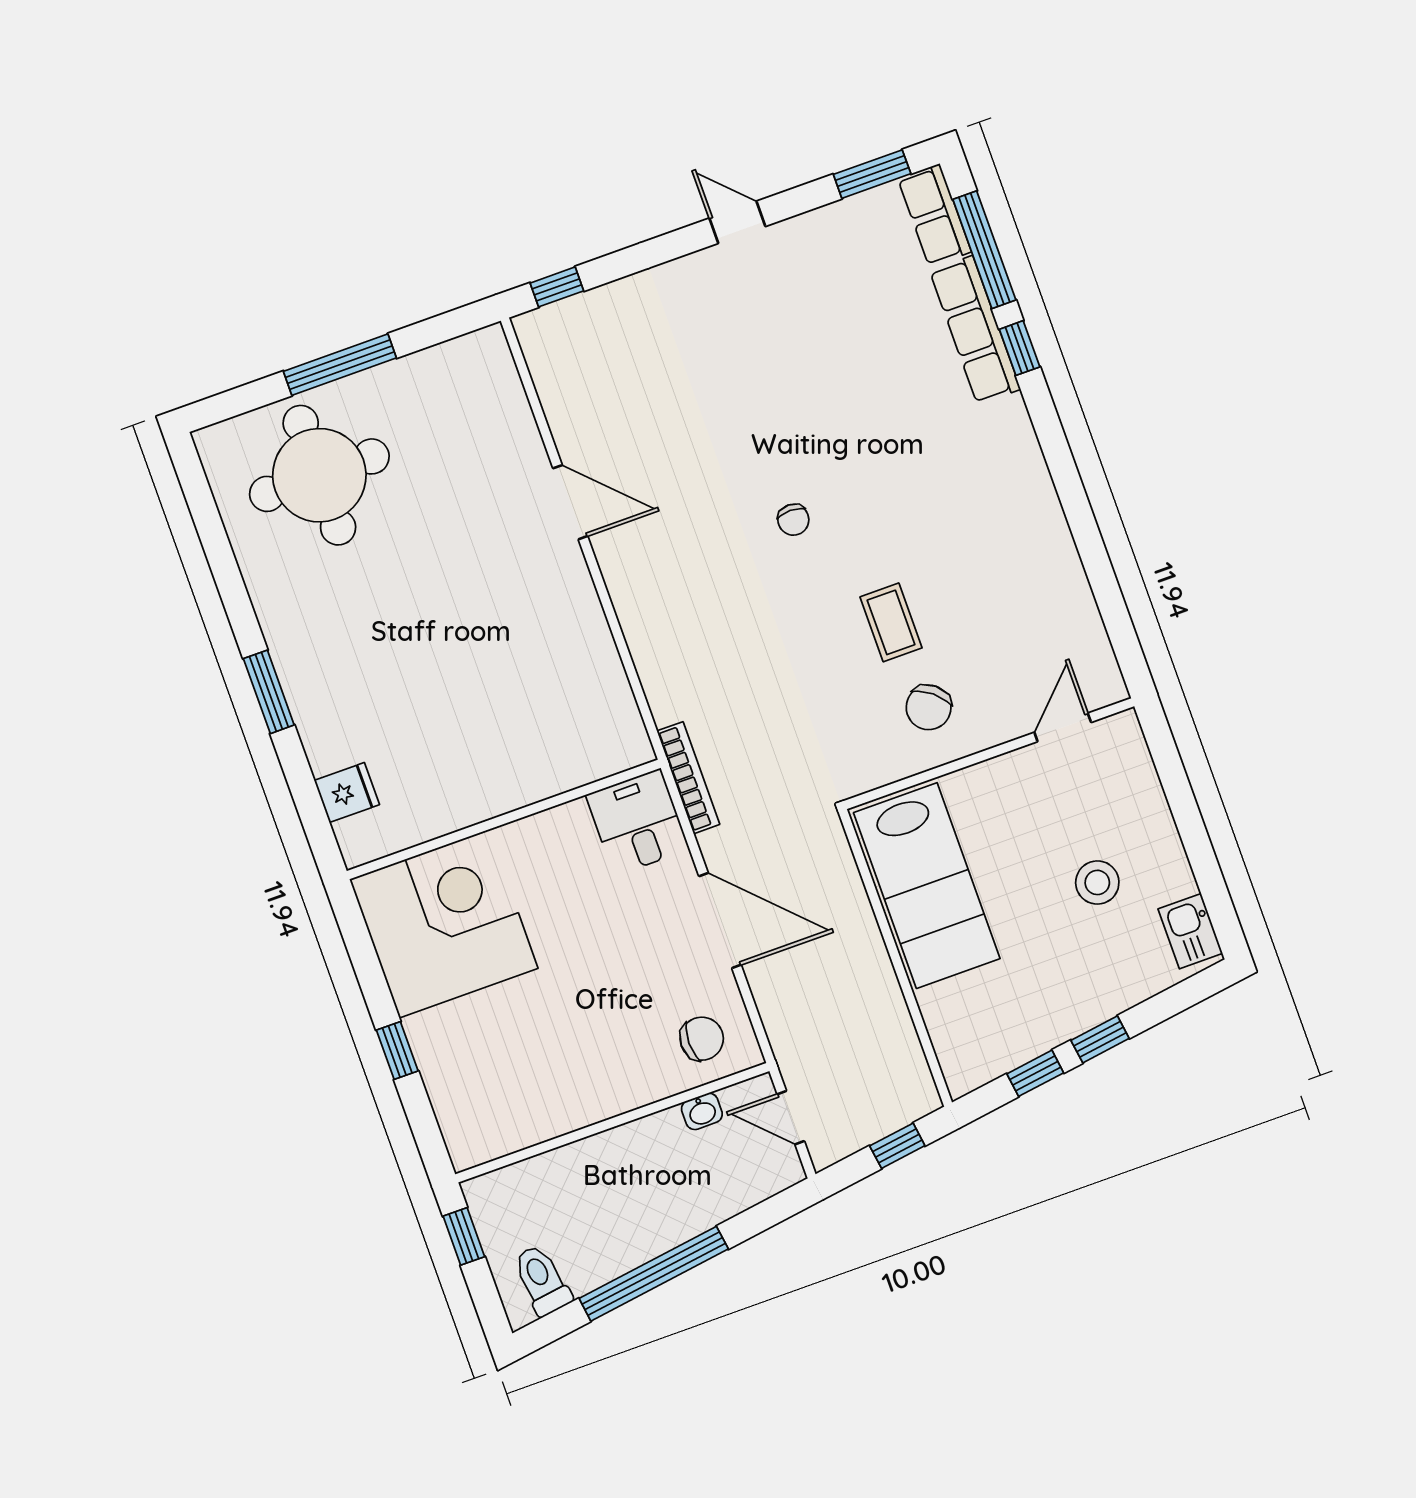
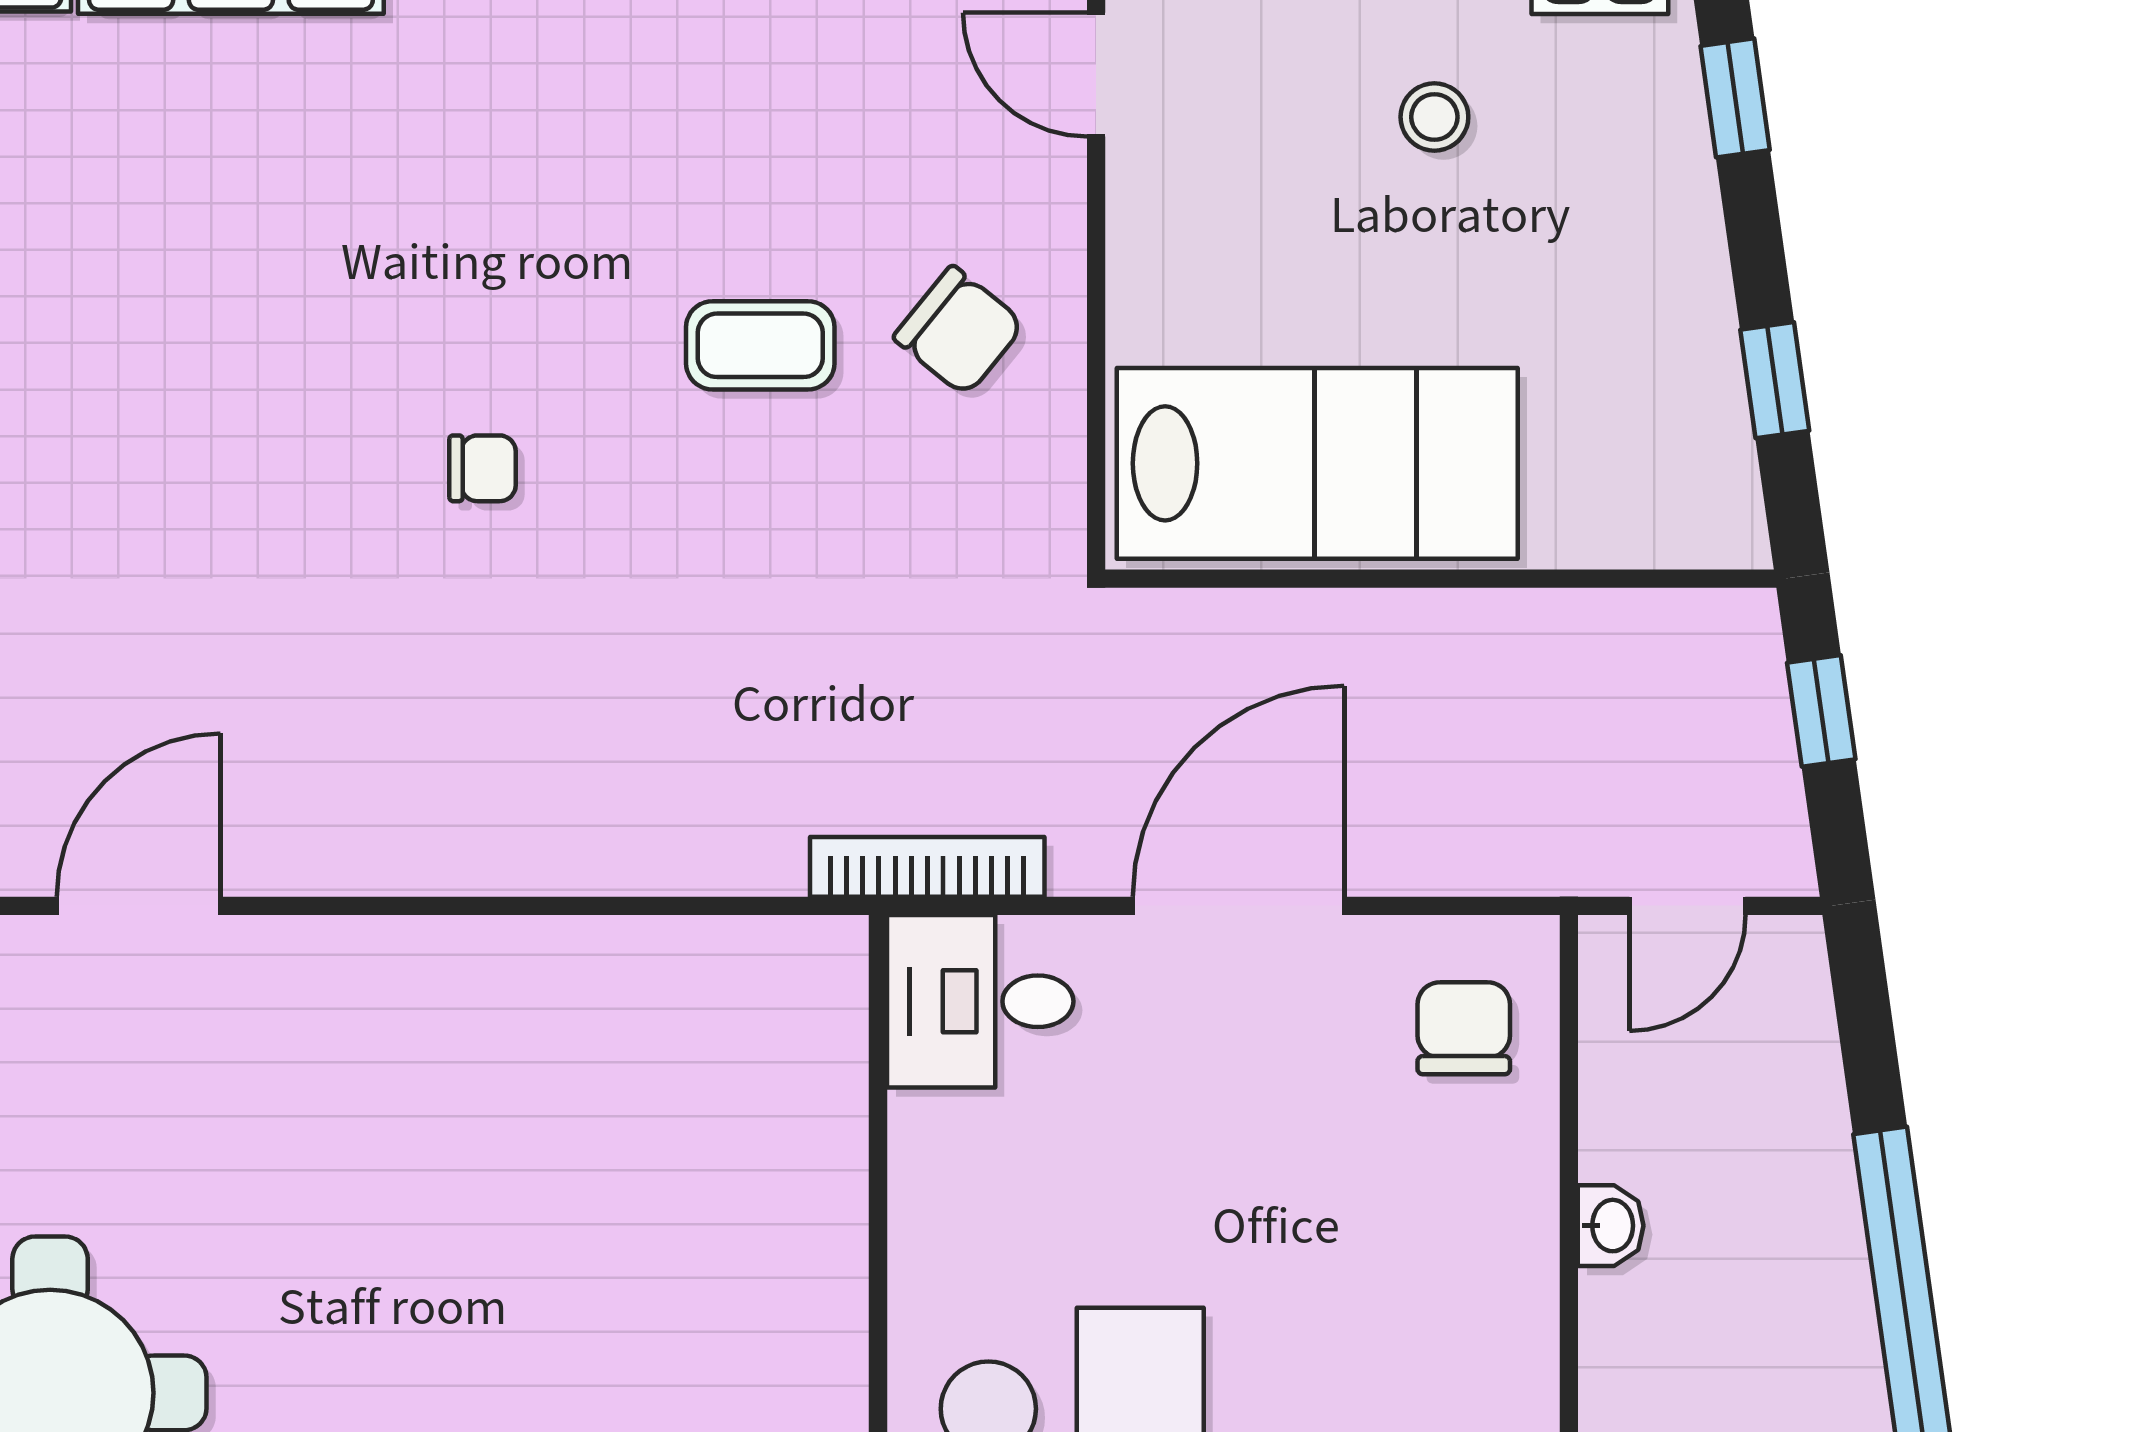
door: (570, 502) -> (139, 906), moved
stool: (1097, 882) -> (1434, 117), width x0.73, depth x0.73
window: (1100, 1039) -> (1735, 98), moved
washbasin: (702, 1111) -> (1611, 1226), moved

